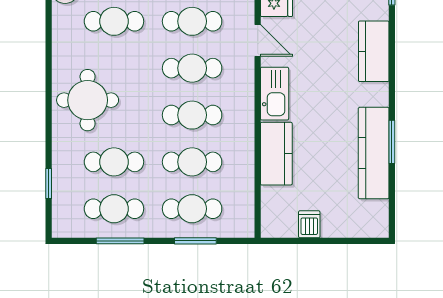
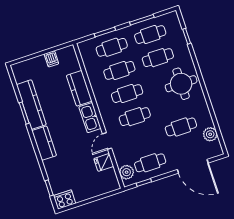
cafe table: (192, 21) -> (142, 140), removed
door: (258, 40) -> (107, 141), hinge flipped
kitchen counter: (374, 51) -> (44, 143), moved

